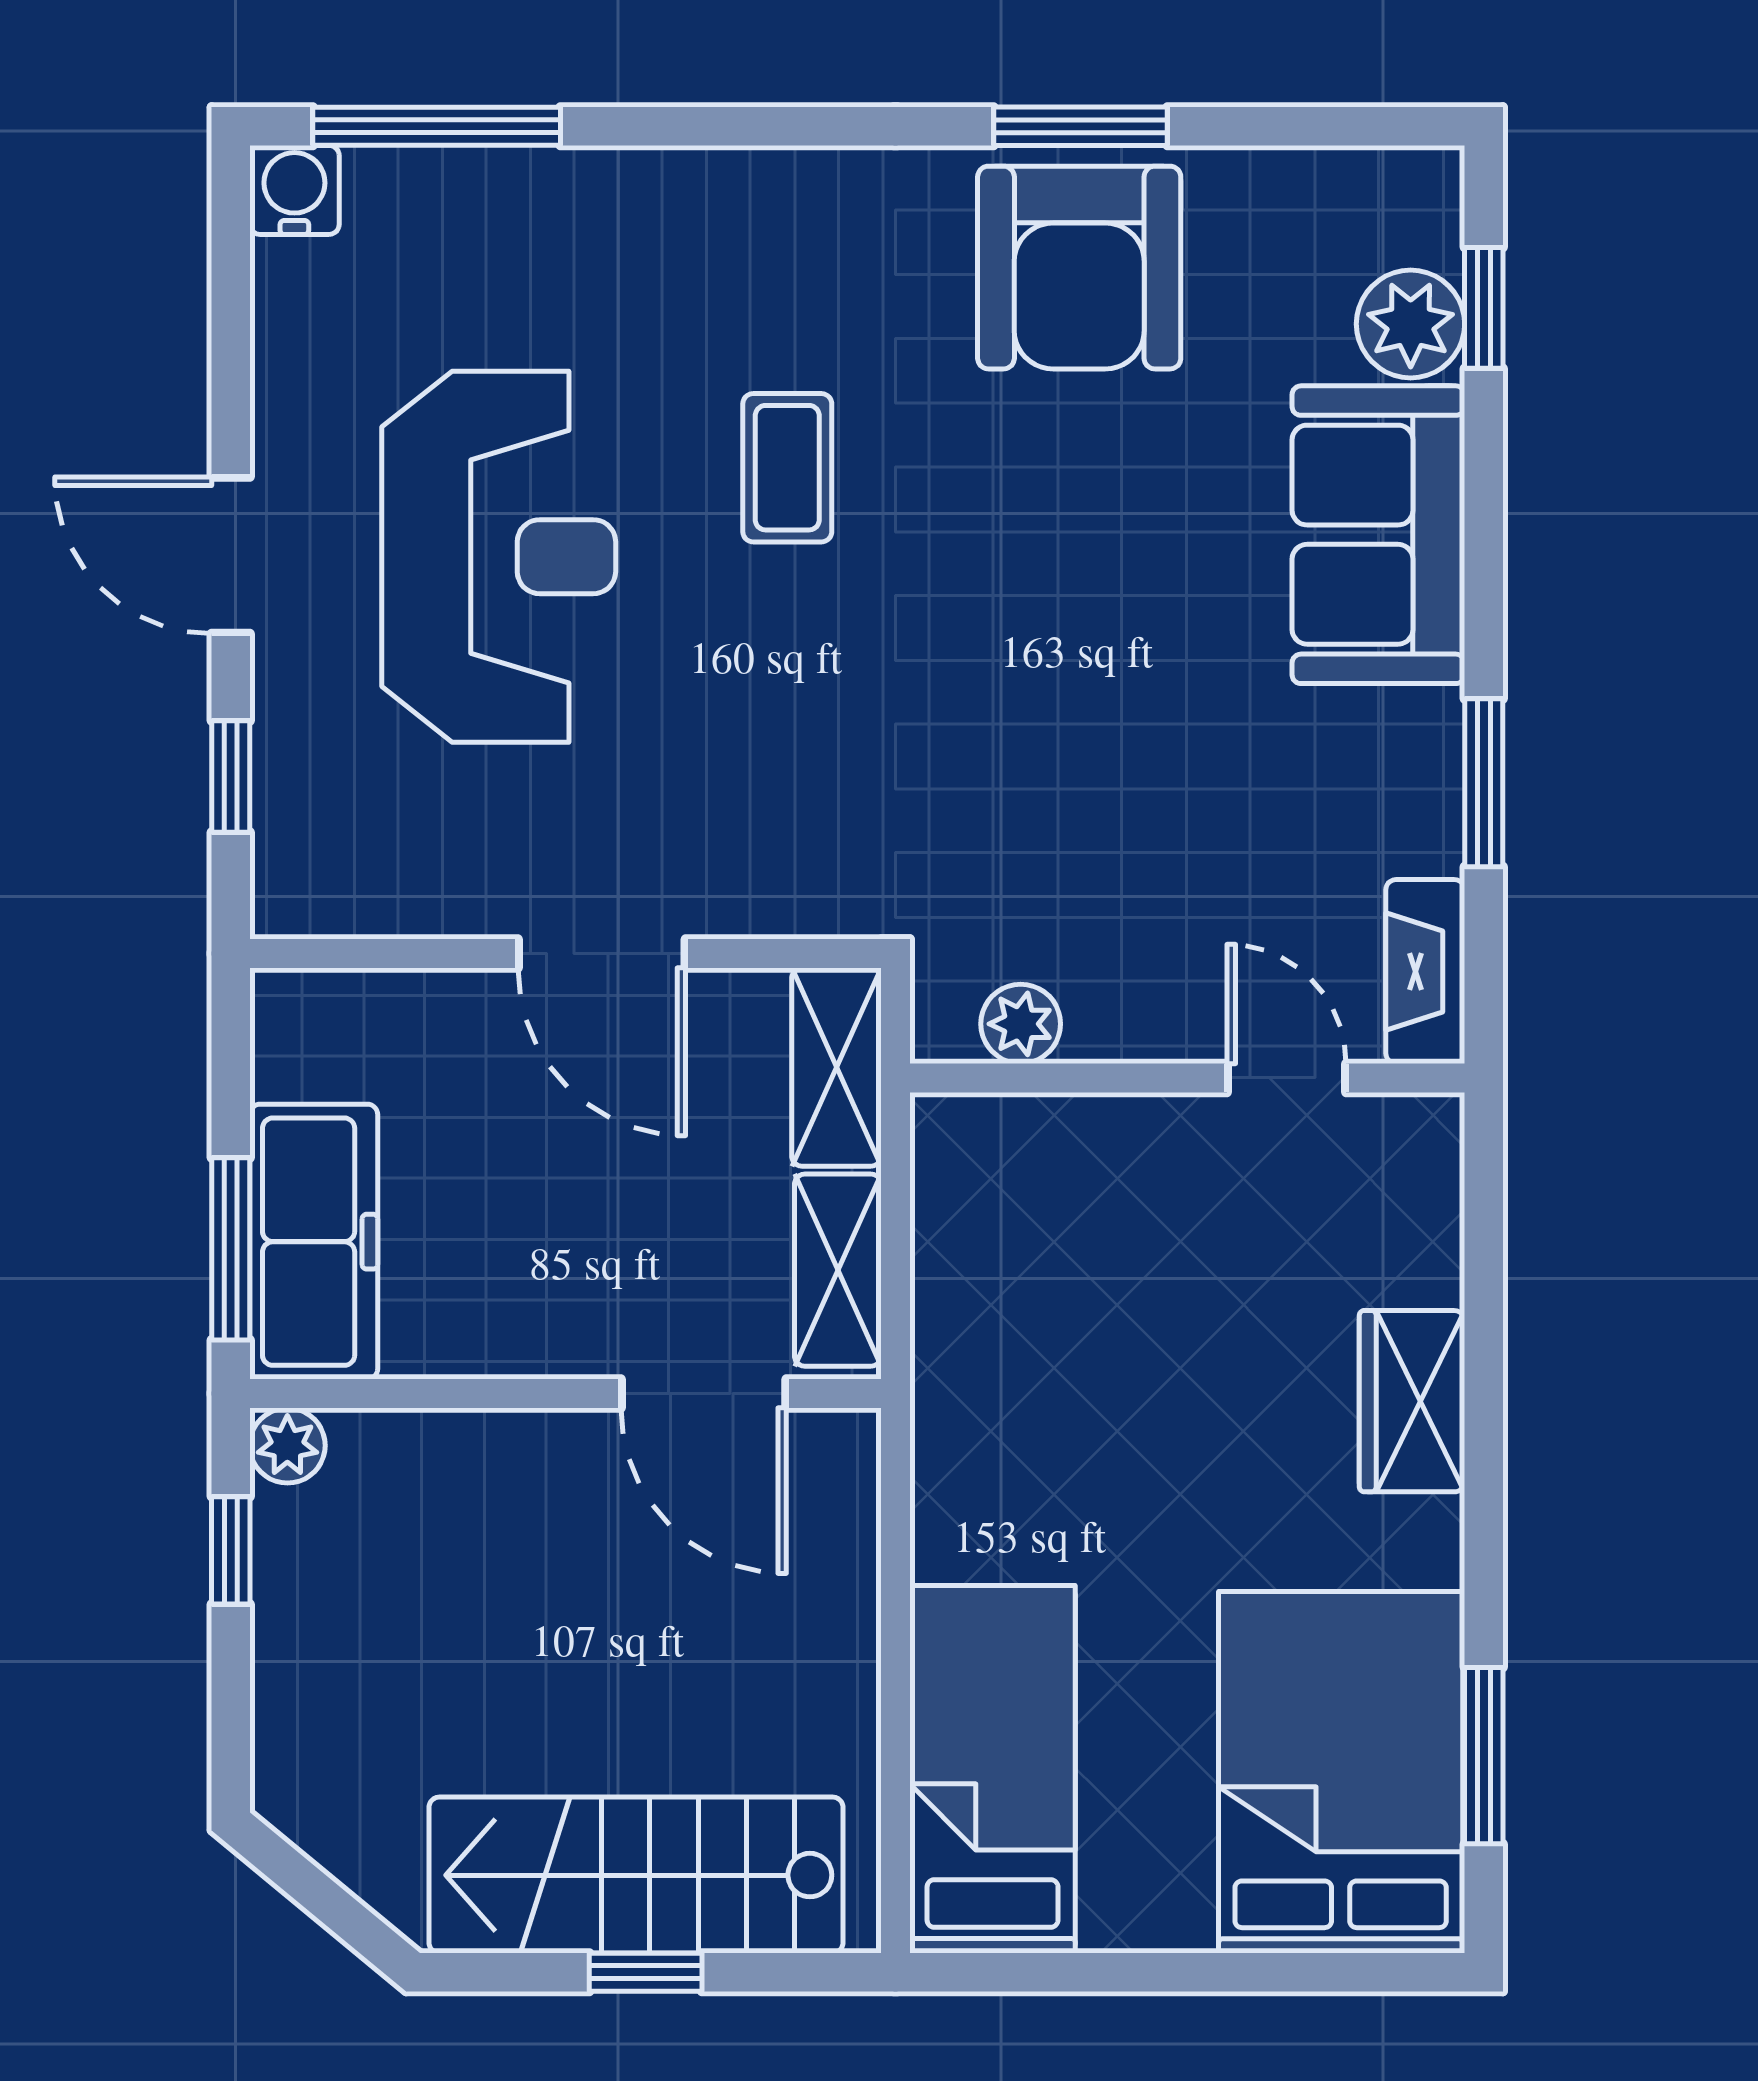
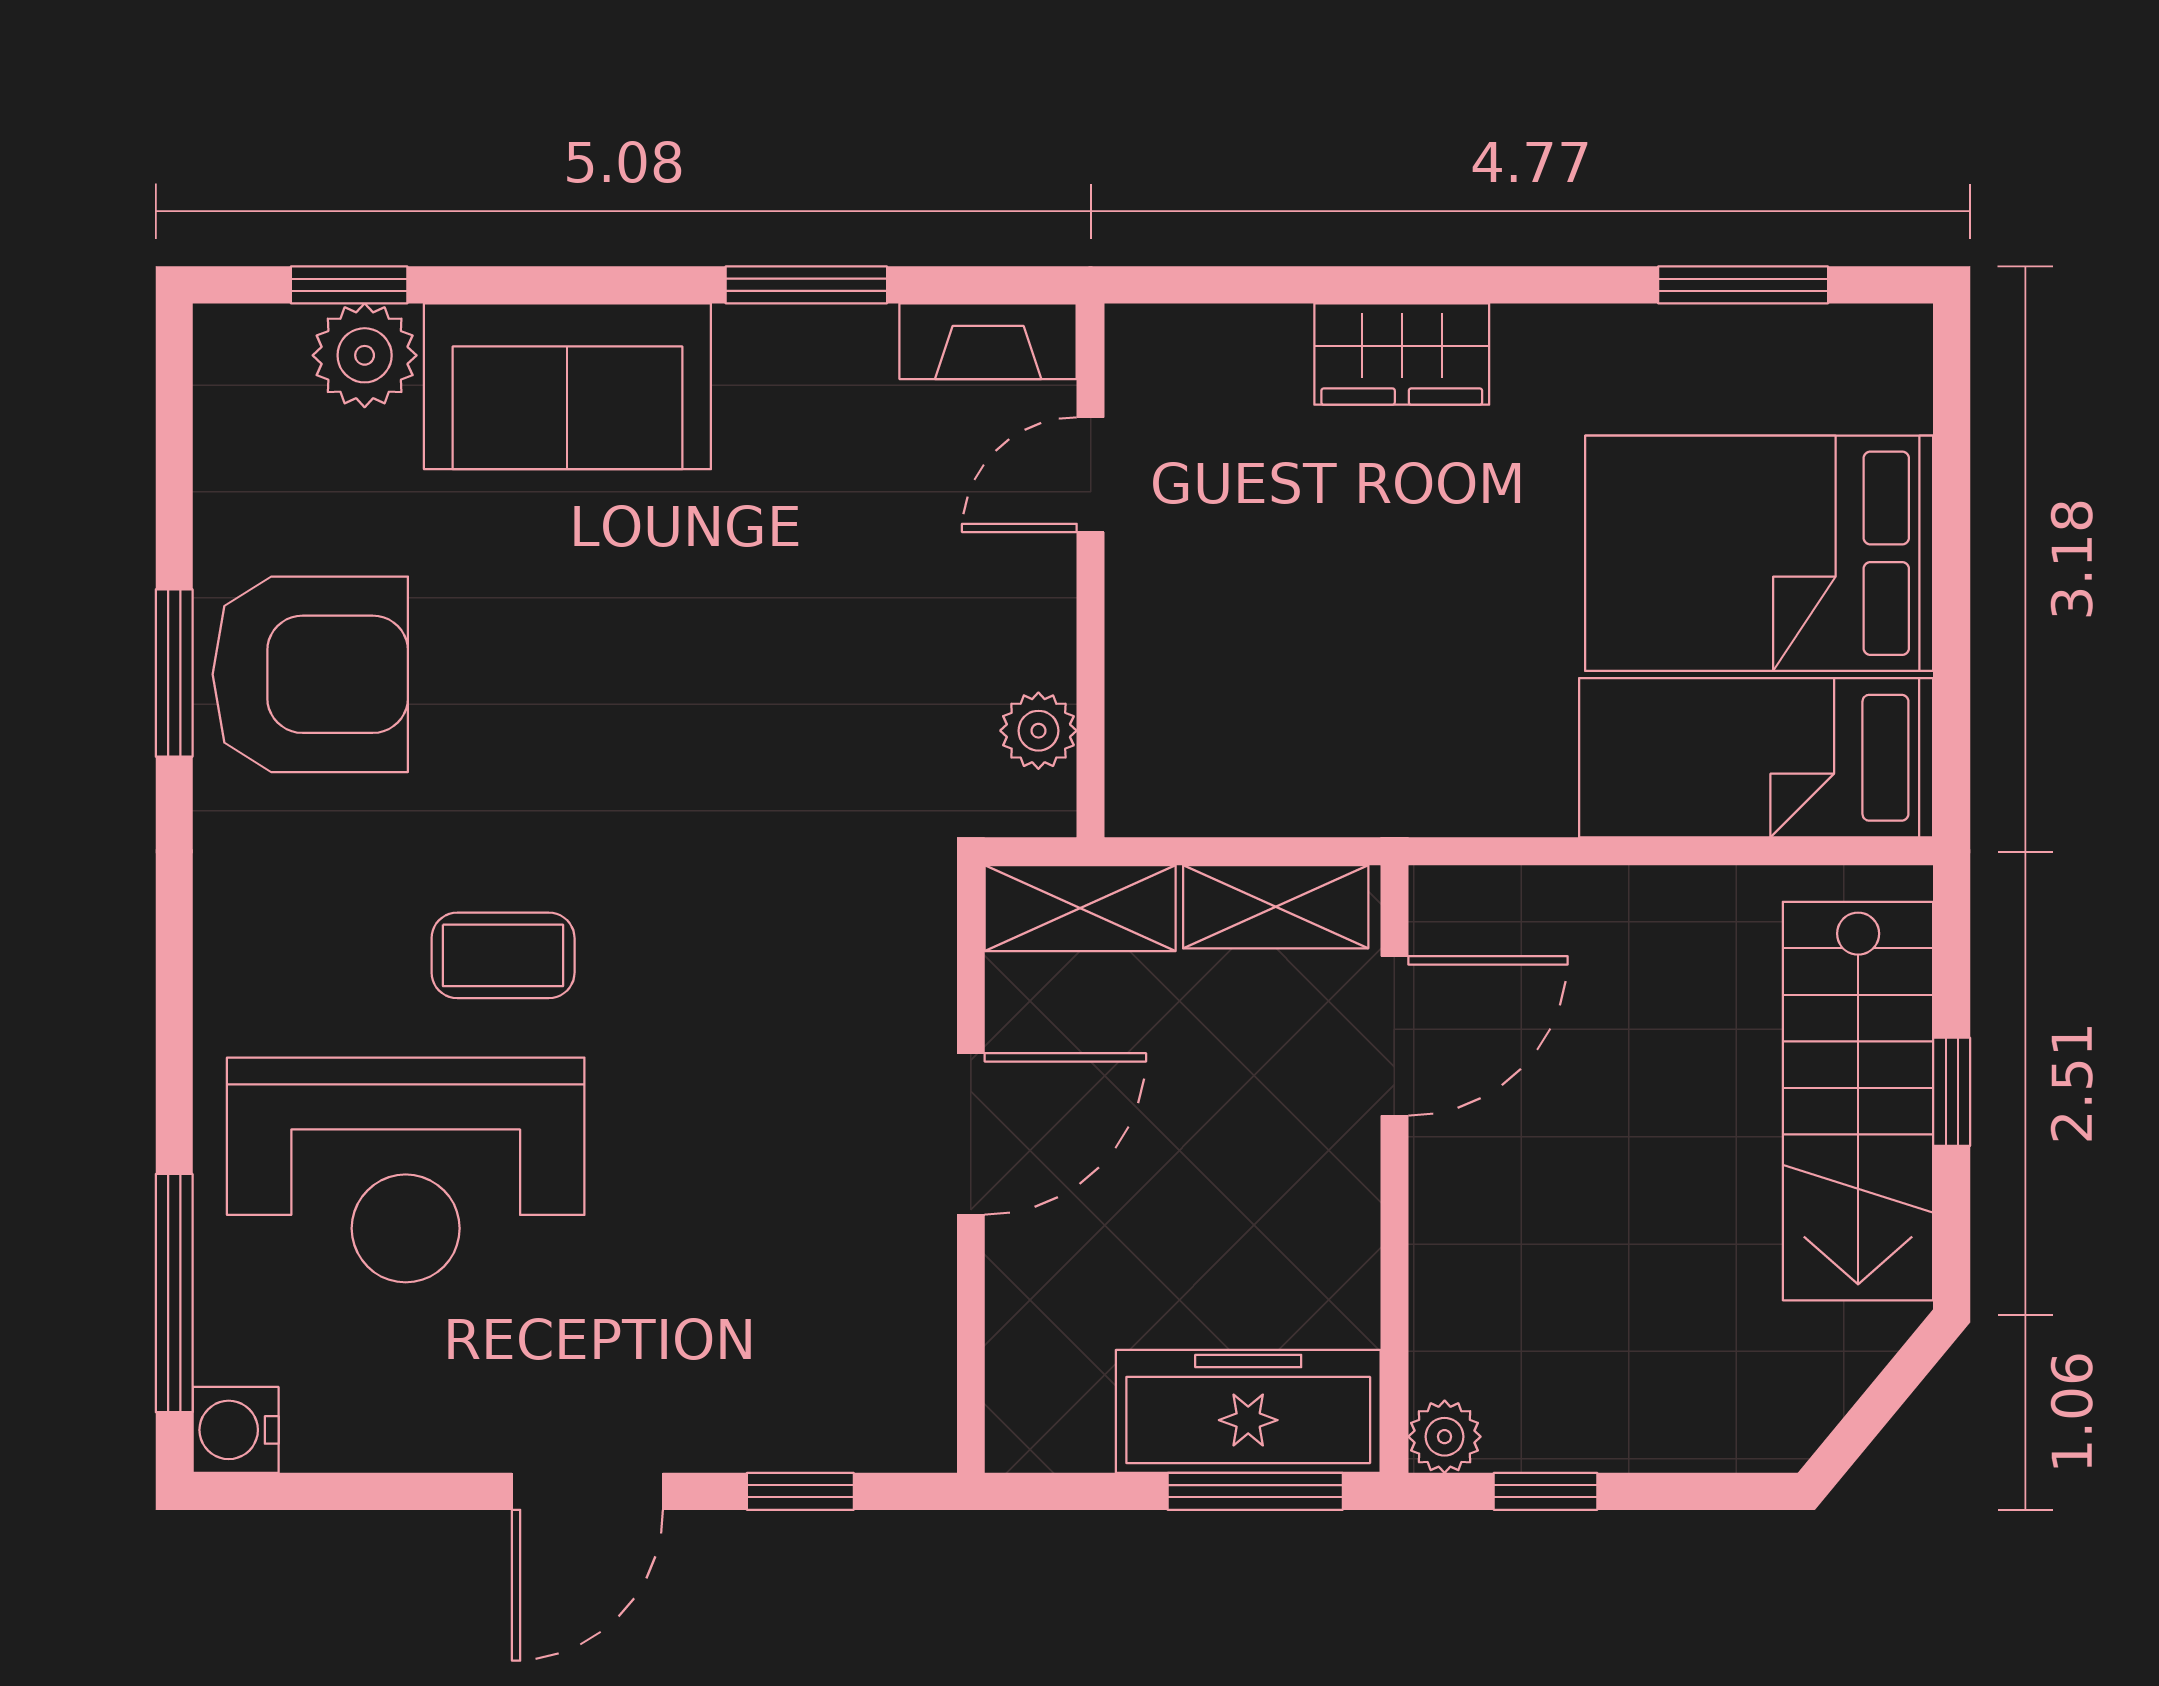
reception desk: (499, 557) -> (406, 1170), moved, turned 180
bed: (1341, 1772) -> (1759, 553), moved

